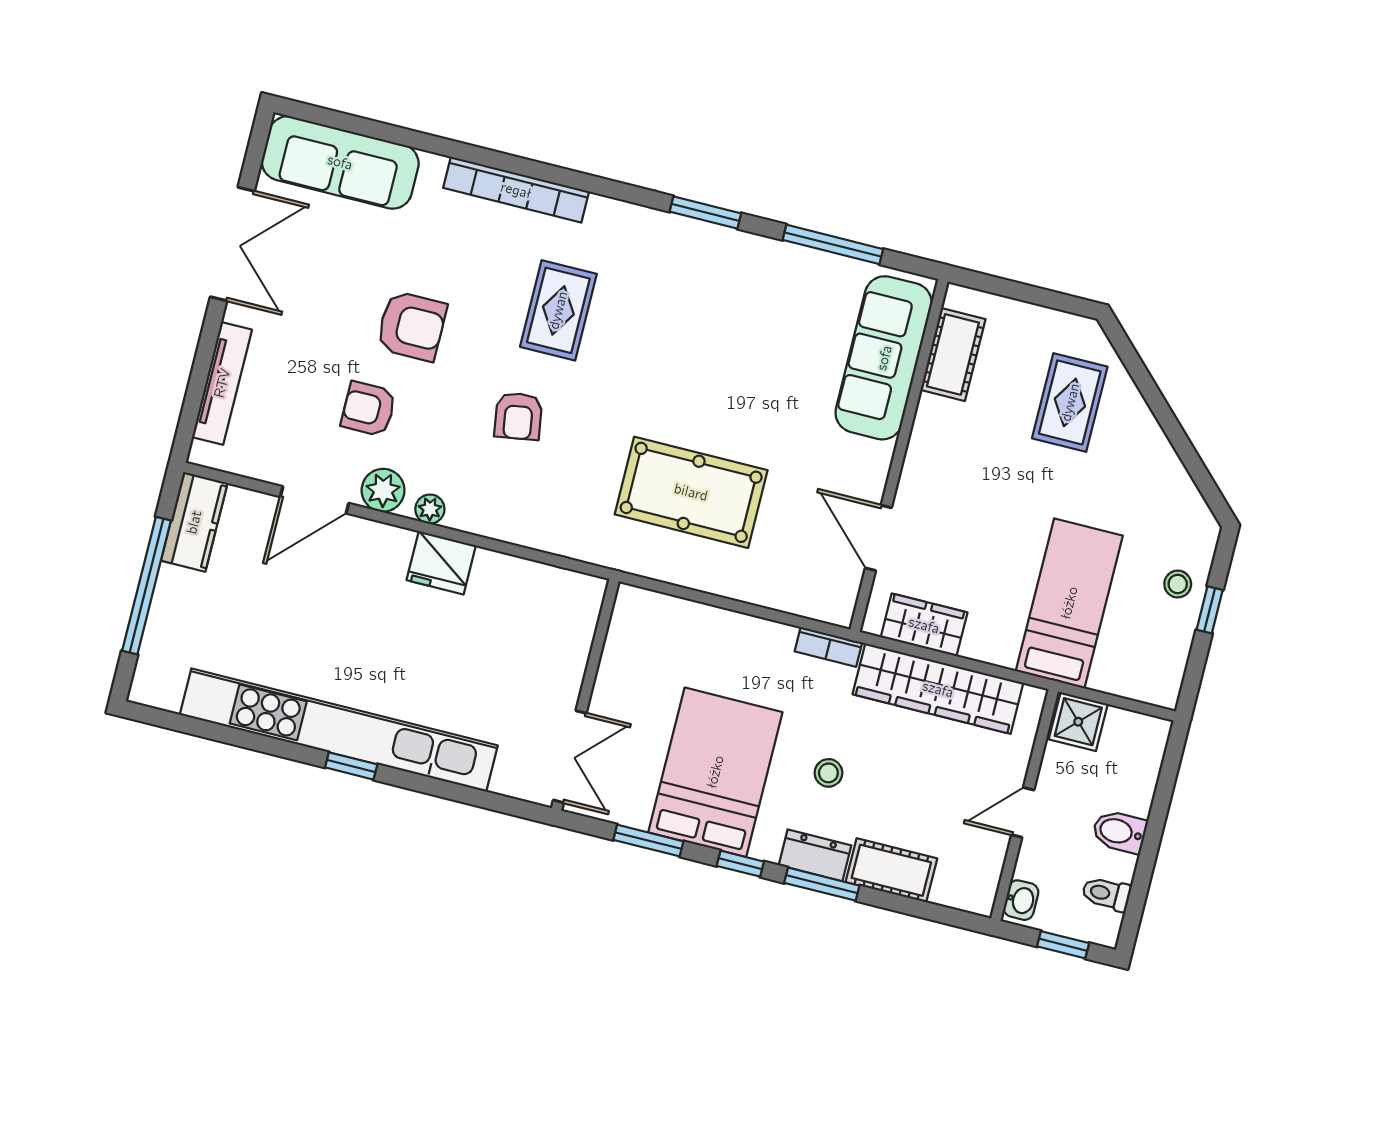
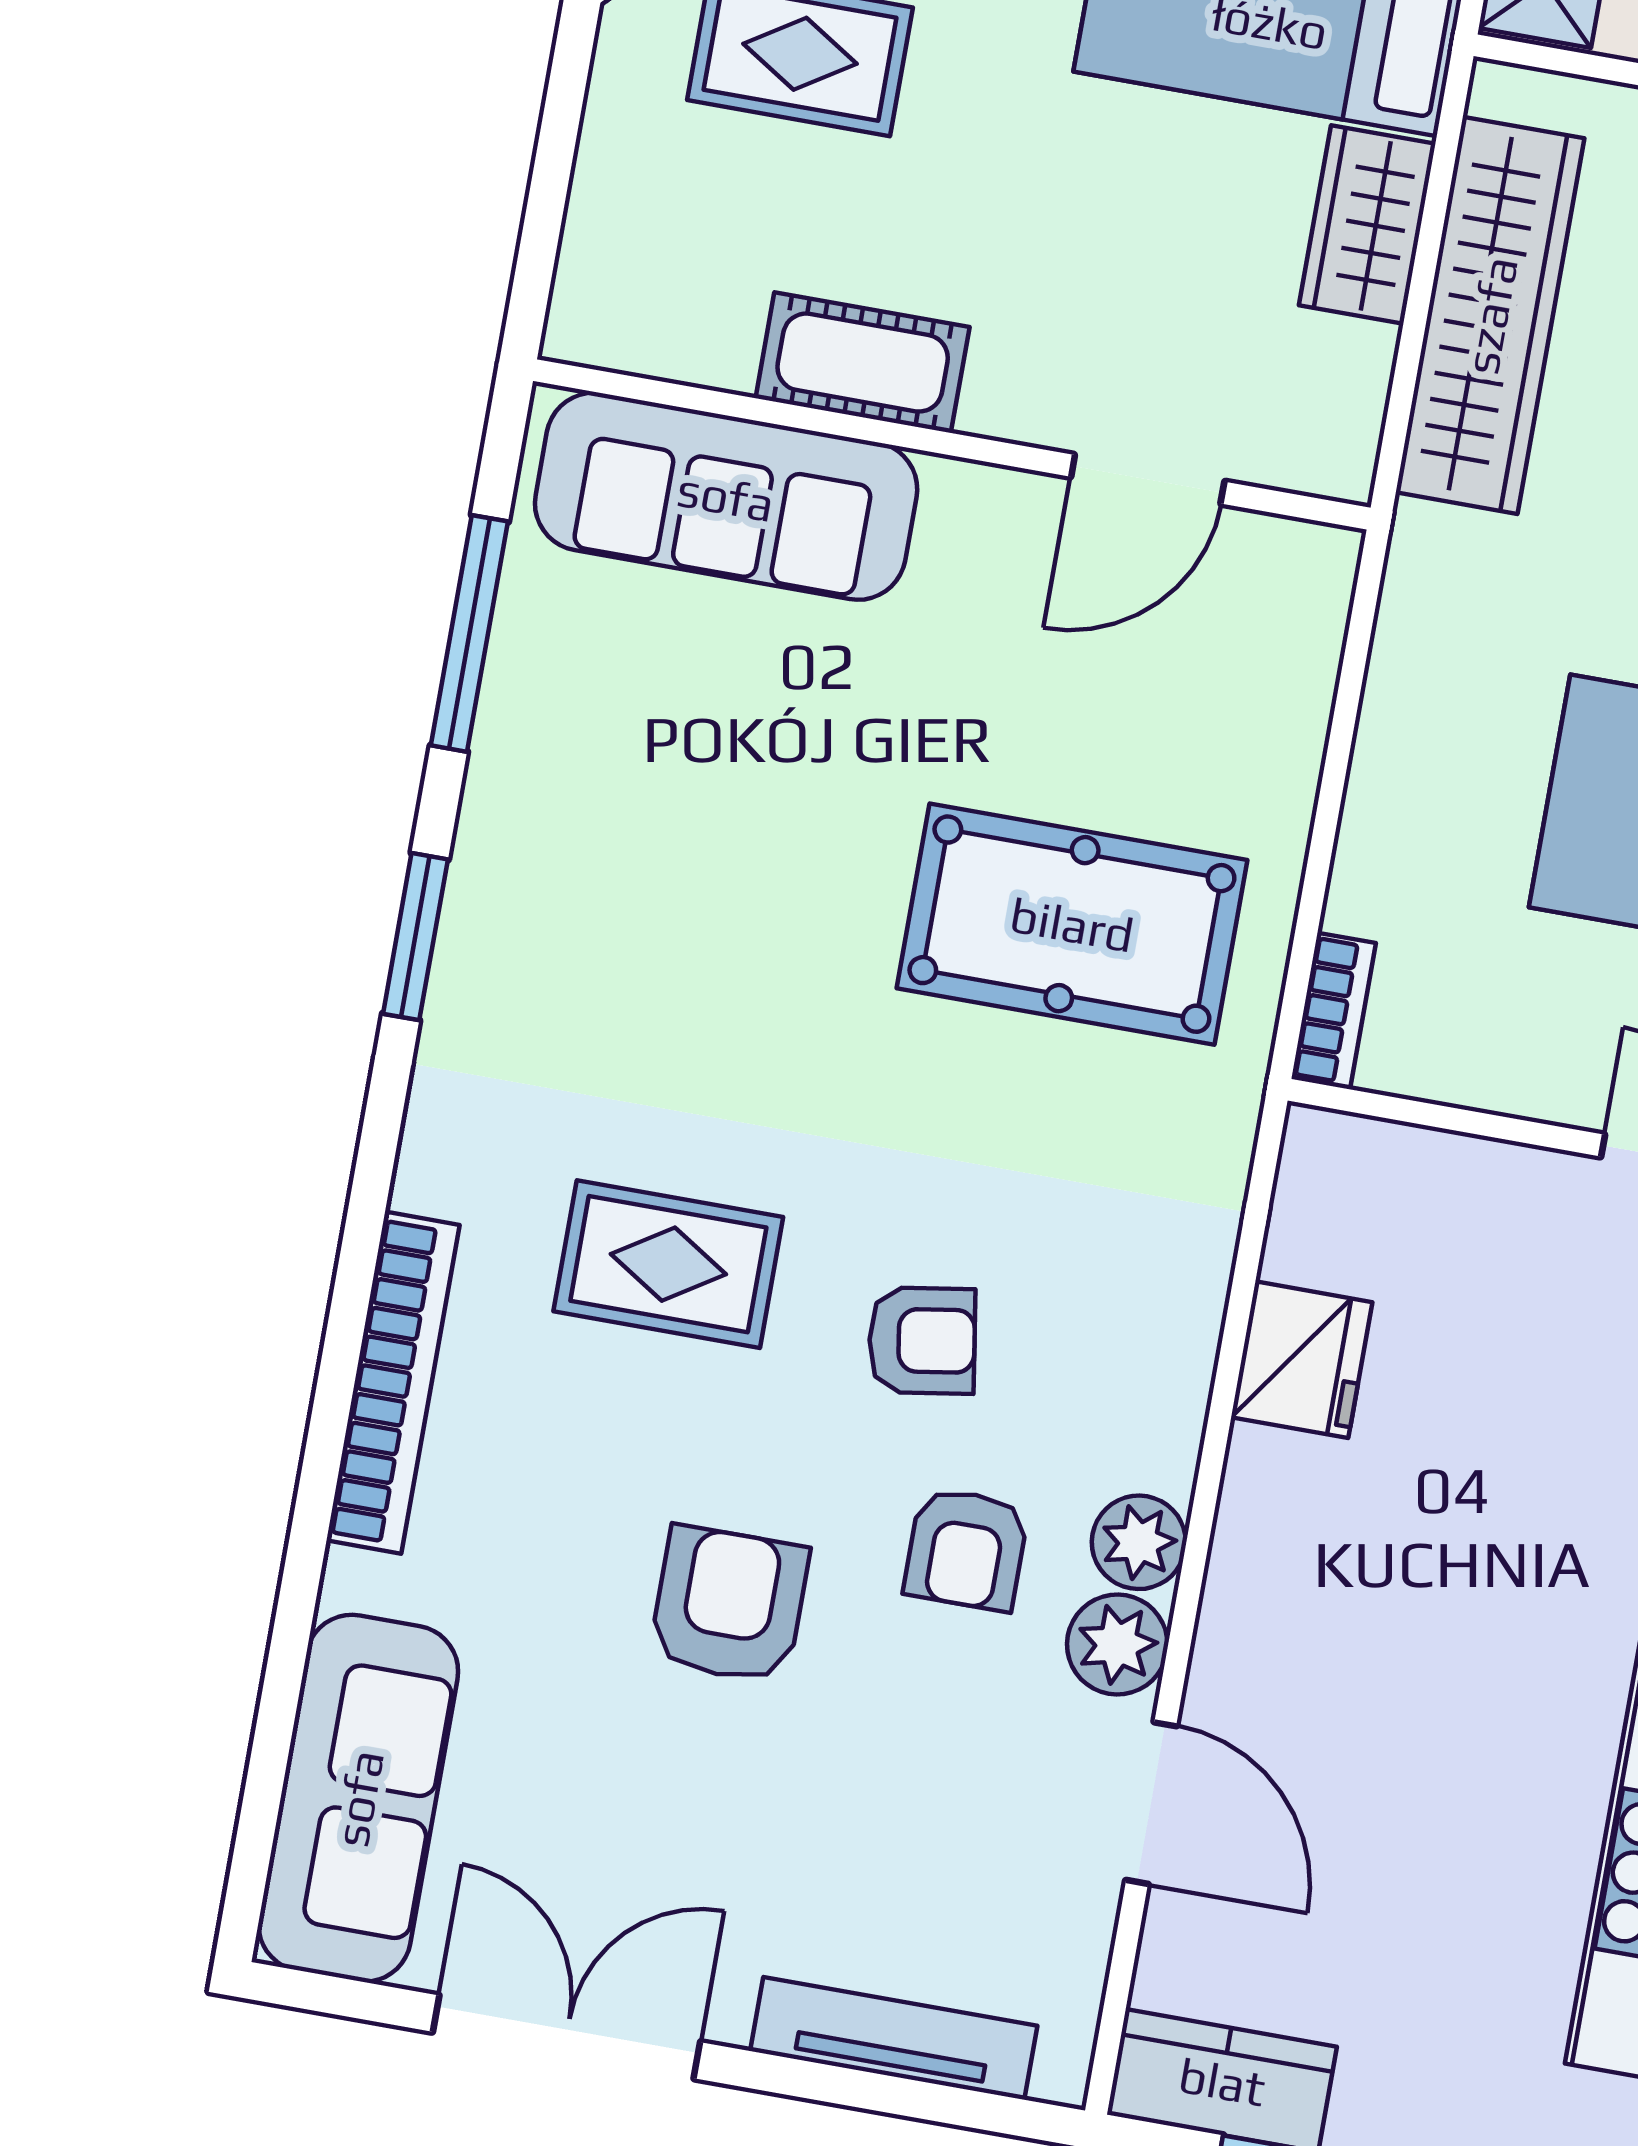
cot: (953, 354) -> (863, 363), moved
armchair: (368, 409) -> (966, 1549), moved
pool table: (691, 492) -> (1072, 924), turned 90
plant: (430, 509) -> (1139, 1542), width x1.38, depth x1.38
fridge: (441, 563) -> (1302, 1360), moved
wardrobe: (924, 625) -> (1367, 224), moved
bookcase: (828, 647) -> (1334, 1011), moved

